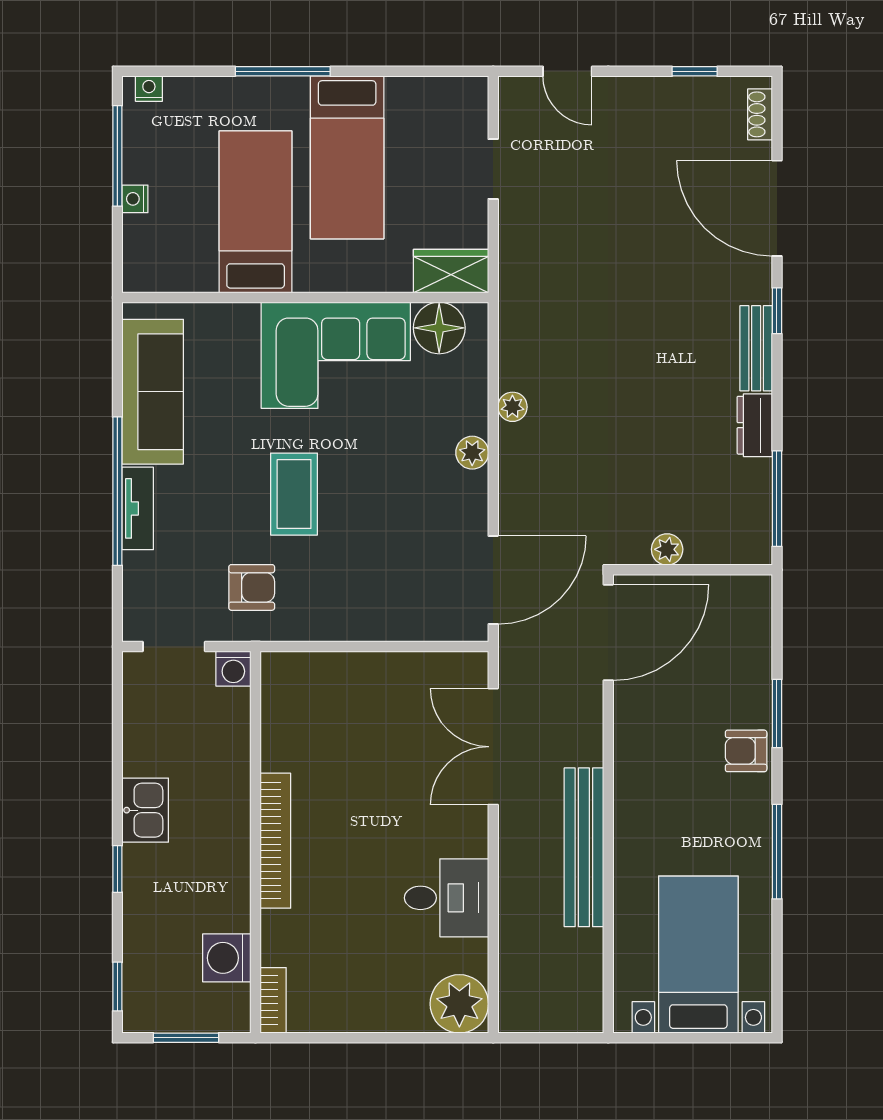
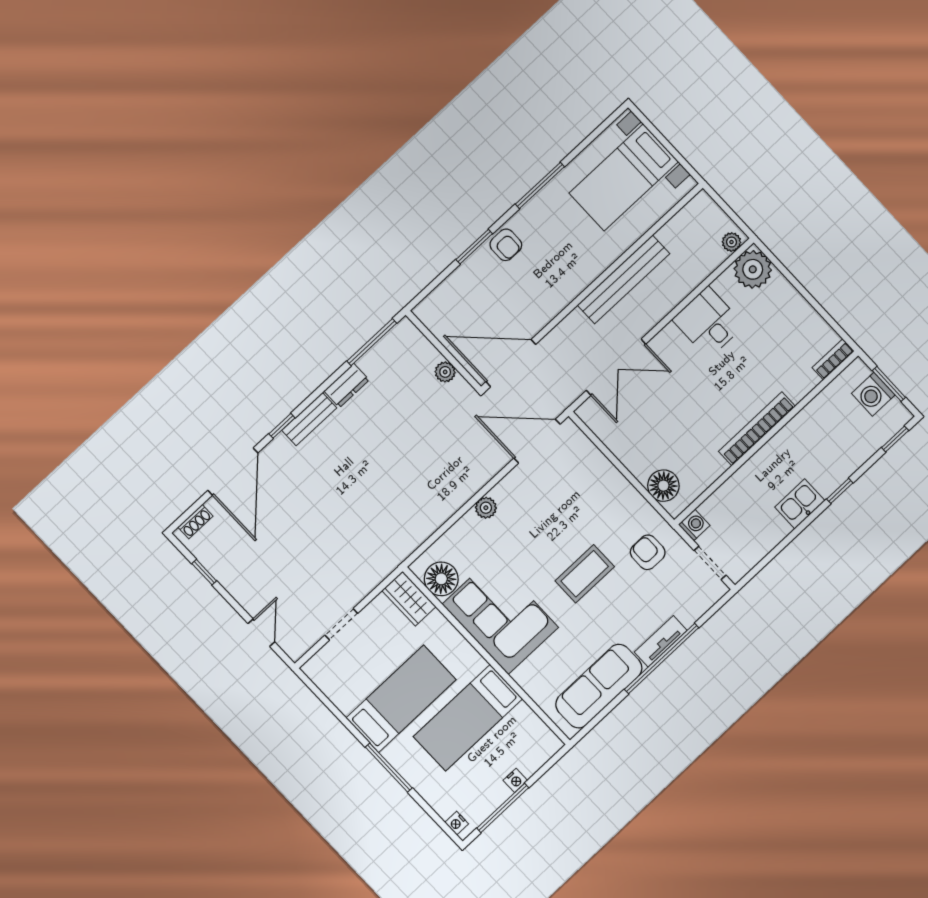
plant: (512, 407) -> (731, 242), moved
floor lamp: (310, 675) -> (663, 486), added
washing machine: (227, 958) -> (873, 394), moved, turned 90

